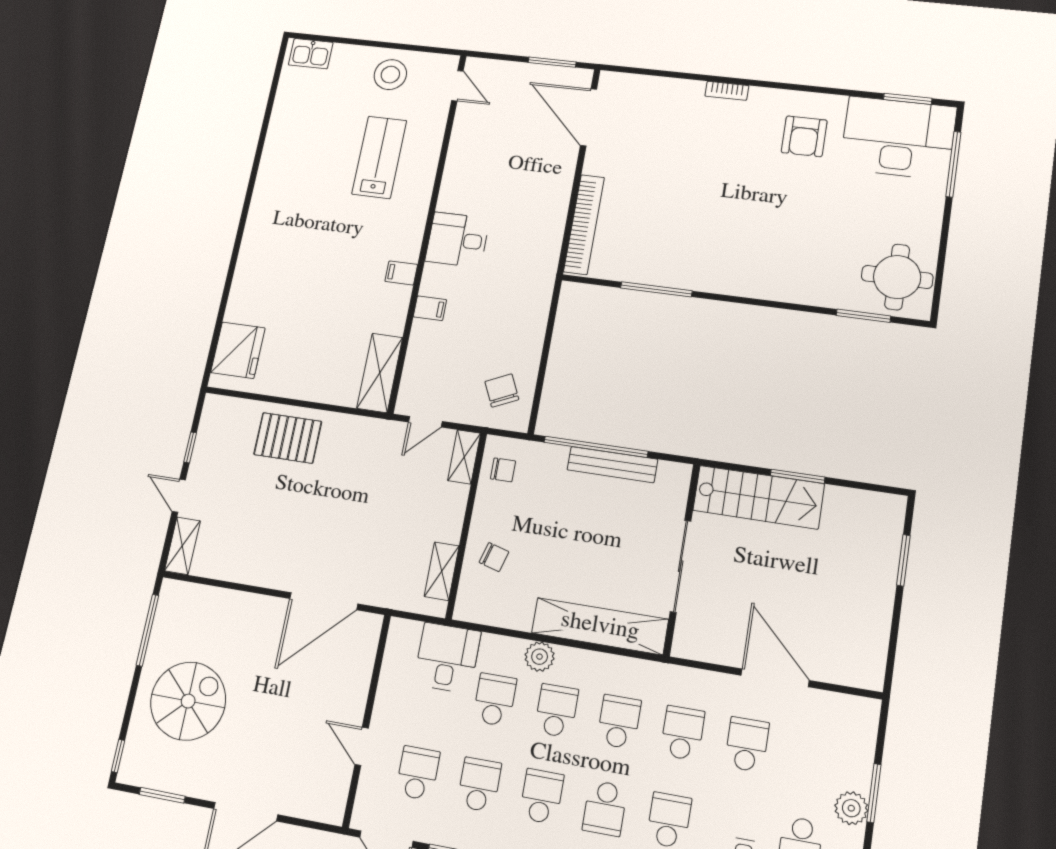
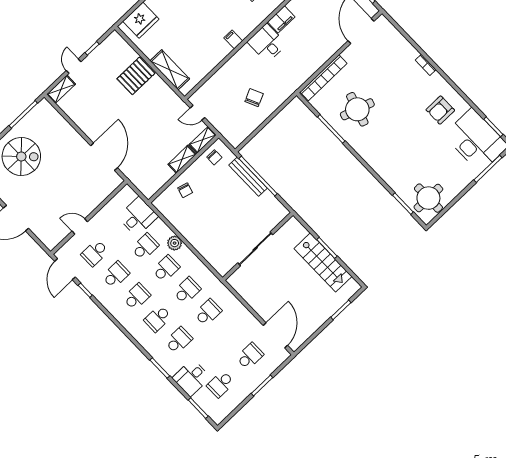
round table: (674, 231) -> (357, 109), added
filing cabinet: (430, 308) -> (281, 19), moved, width x2.00
shelving: (380, 373) -> (170, 70), moved, turned 90
chair: (502, 391) -> (254, 98), moved
pallet: (288, 438) -> (136, 76), turned 90
bench: (612, 465) -> (248, 177), moved
stairs: (758, 497) -> (323, 263), moved
shelving: (442, 571) -> (182, 159), moved
door: (324, 601) -> (104, 157), swing flipped
shelving: (600, 626) -> (207, 249), removed
door: (775, 678) -> (275, 335), moved
school desk: (747, 744) -> (250, 356), moved
door: (362, 746) -> (80, 226), hinge flipped
school desk: (418, 773) -> (95, 253), turned 180
plant: (851, 808) -> (249, 385), removed

